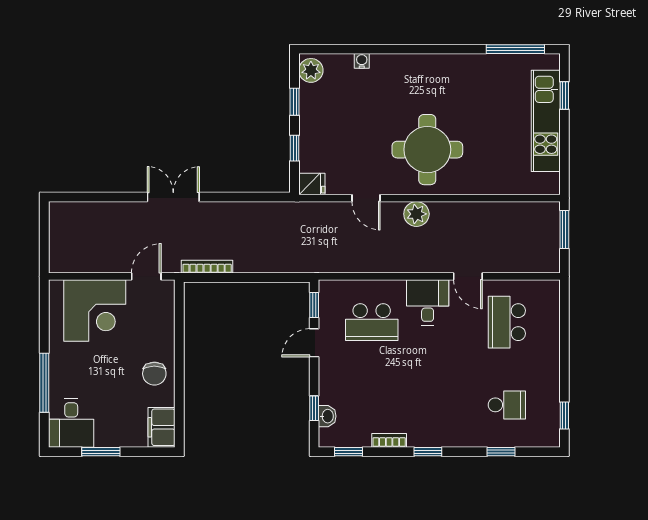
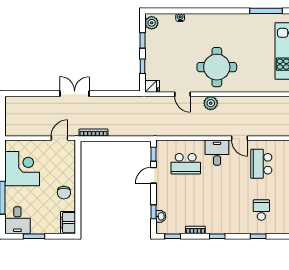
corner desk: (95, 311) -> (22, 169), moved, turned -90
school desk: (507, 405) -> (261, 210), turned -90

